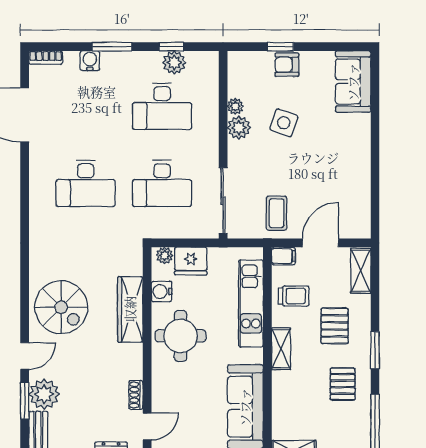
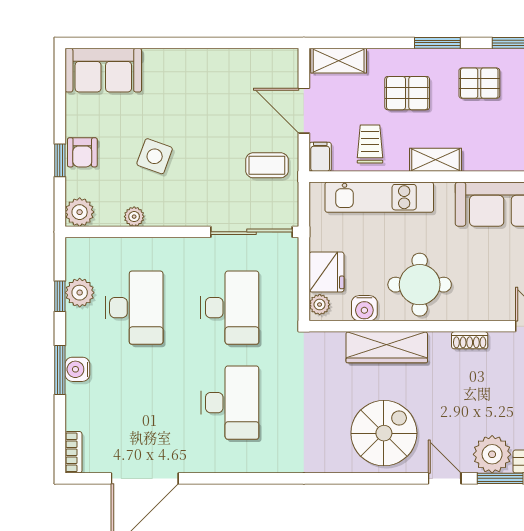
water cooler: (90, 61) -> (77, 369), moved
plant: (239, 128) -> (80, 212), moved
shoe rack: (136, 395) -> (470, 340), moved

